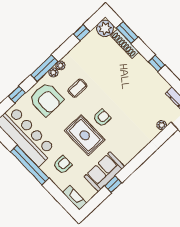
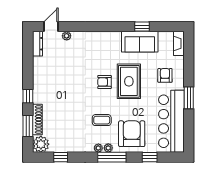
window: (157, 63) -> (28, 96), moved
window: (30, 165) -> (189, 98), width x0.47
armchair: (63, 165) -> (165, 75), turned 90

